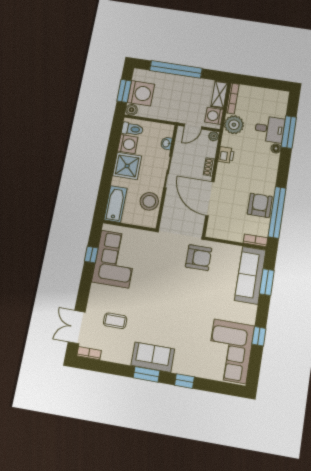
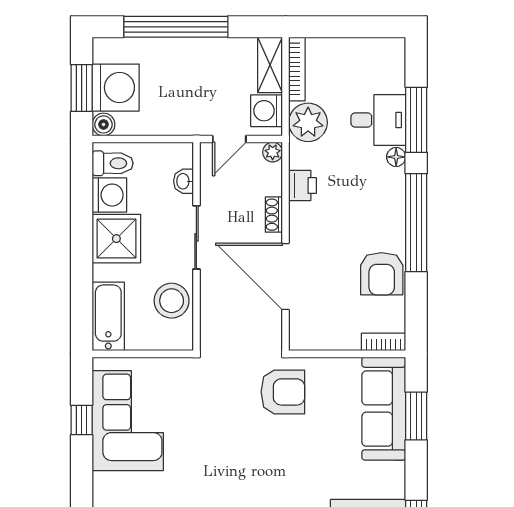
armchair: (260, 205) -> (382, 274), turned 180
window: (277, 212) -> (416, 223), moved

